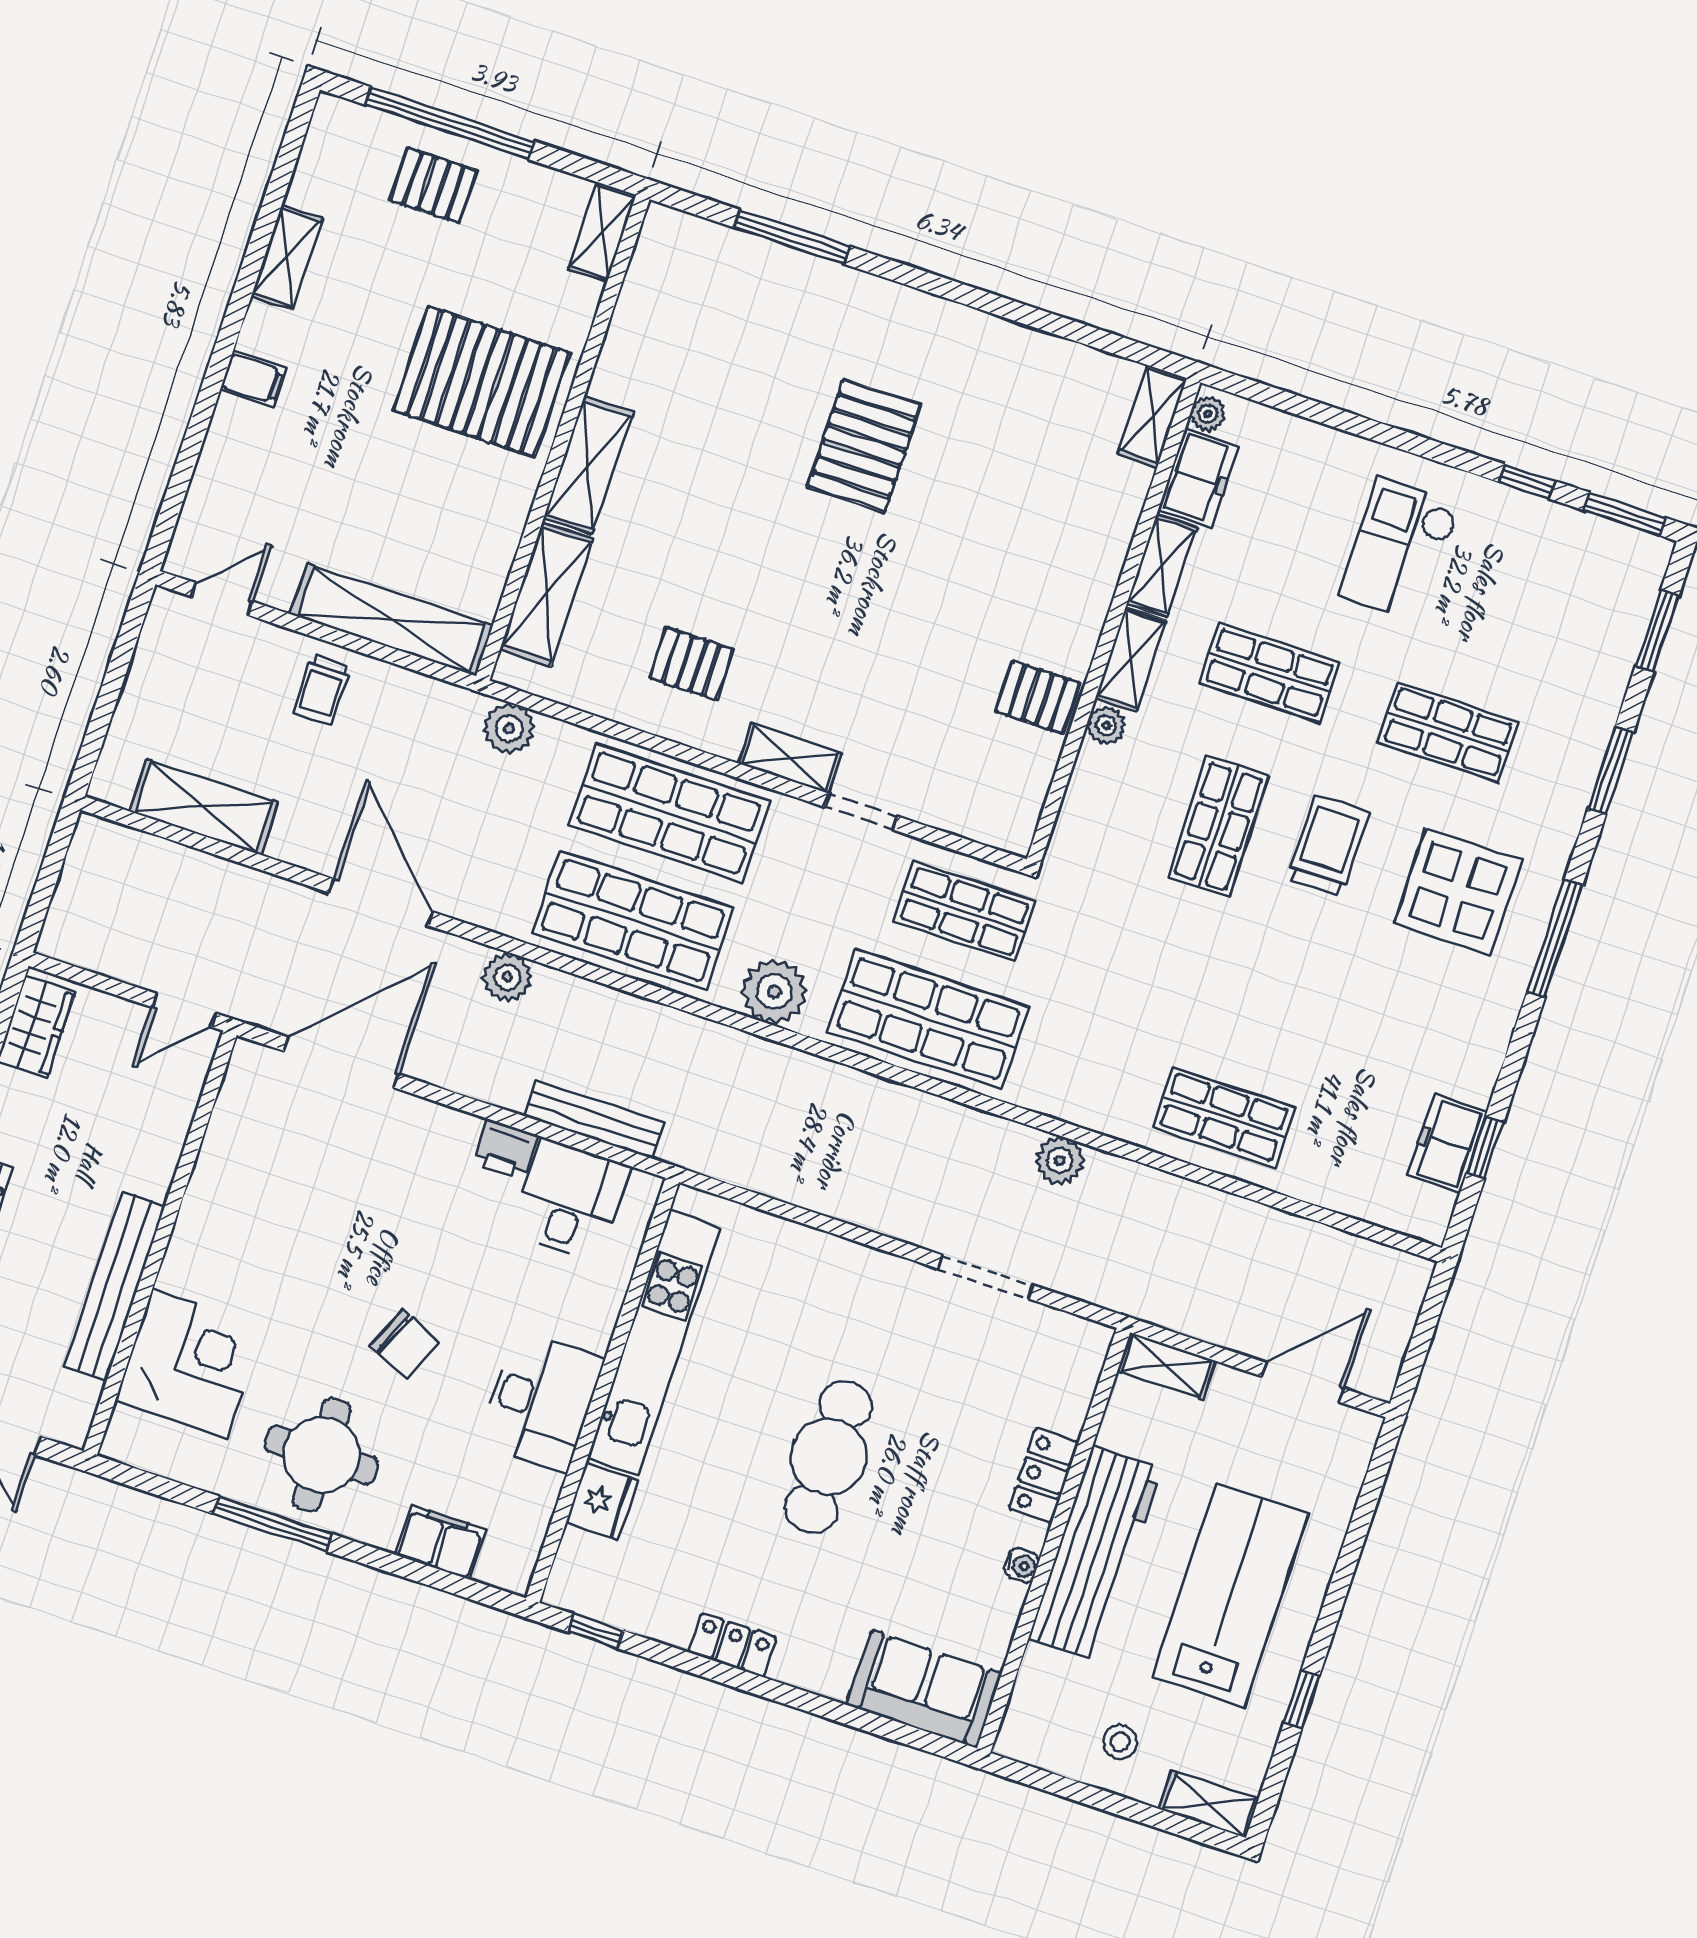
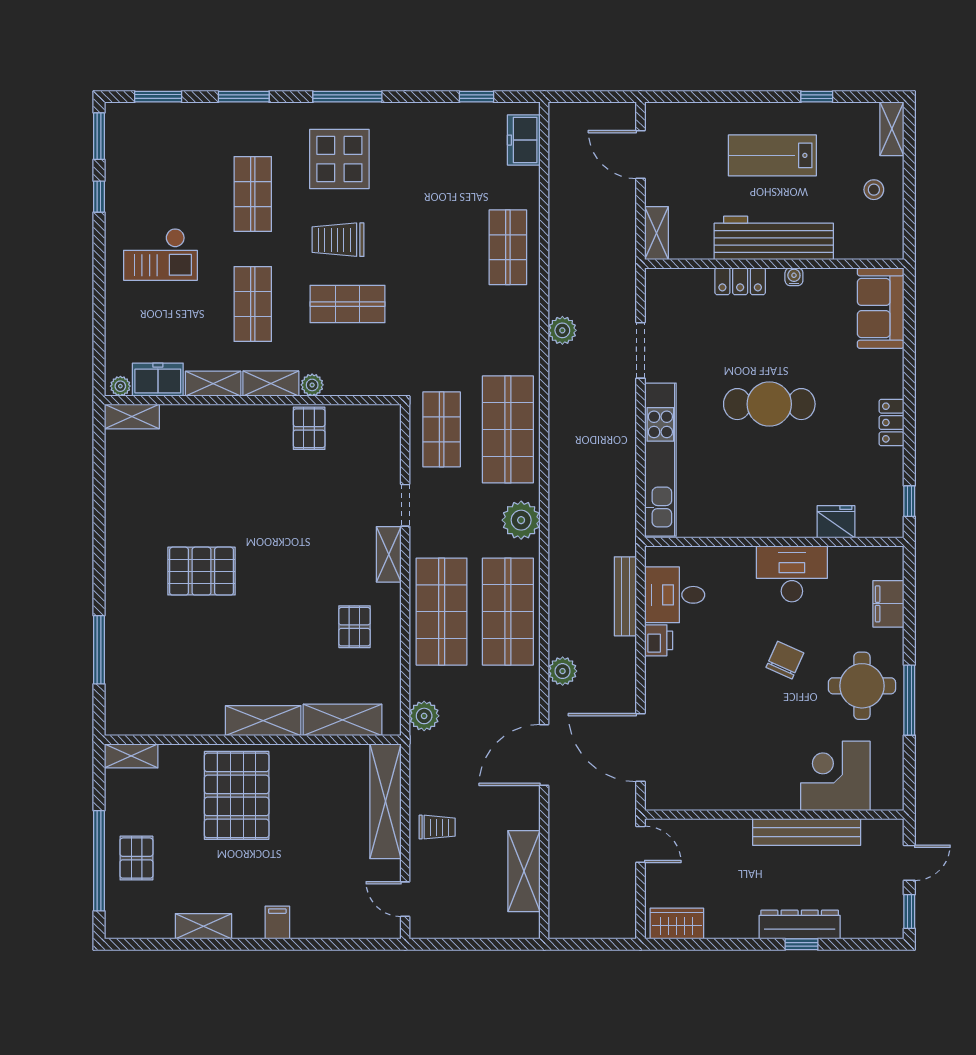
freezer: (1447, 1143) -> (524, 140), moved, turned 90
kitchen unit: (654, 1343) -> (660, 460), moved, turned 90
lab bench: (1230, 1596) -> (772, 155), width x0.73, depth x0.72

